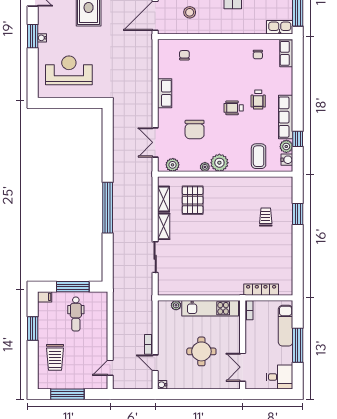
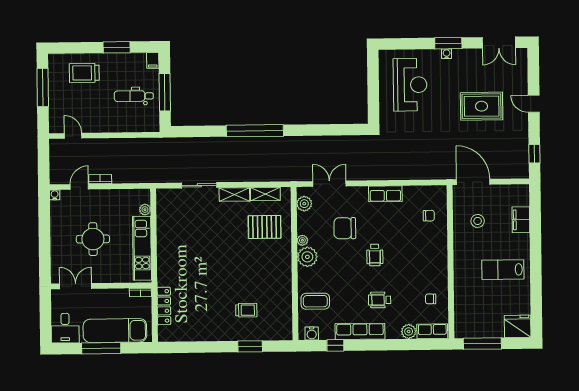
kitchen sink: (280, 27) -> (462, 323), removed
wheelchair: (234, 108) -> (375, 255), moved, turned 180
plant: (286, 146) -> (409, 331), moved
exam couch: (286, 326) -> (115, 331), width x1.36, depth x1.45

